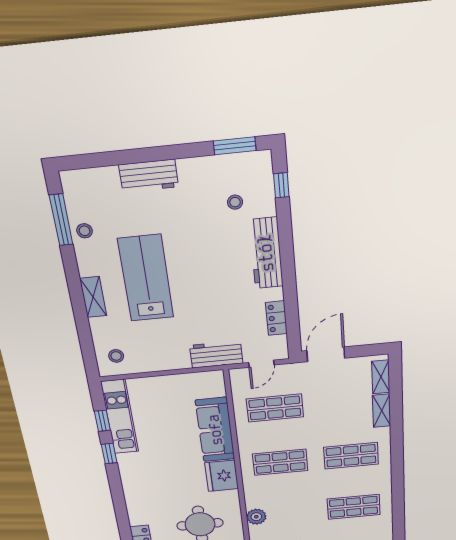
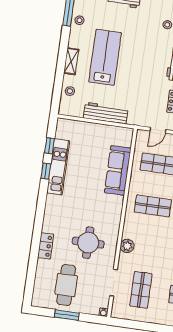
workbench: (216, 354) -> (106, 113), moved, width x1.38
stool: (116, 356) -> (70, 91), moved
kitchen unit: (120, 417) -> (58, 167), moved
fridge: (222, 476) -> (113, 207), removed

